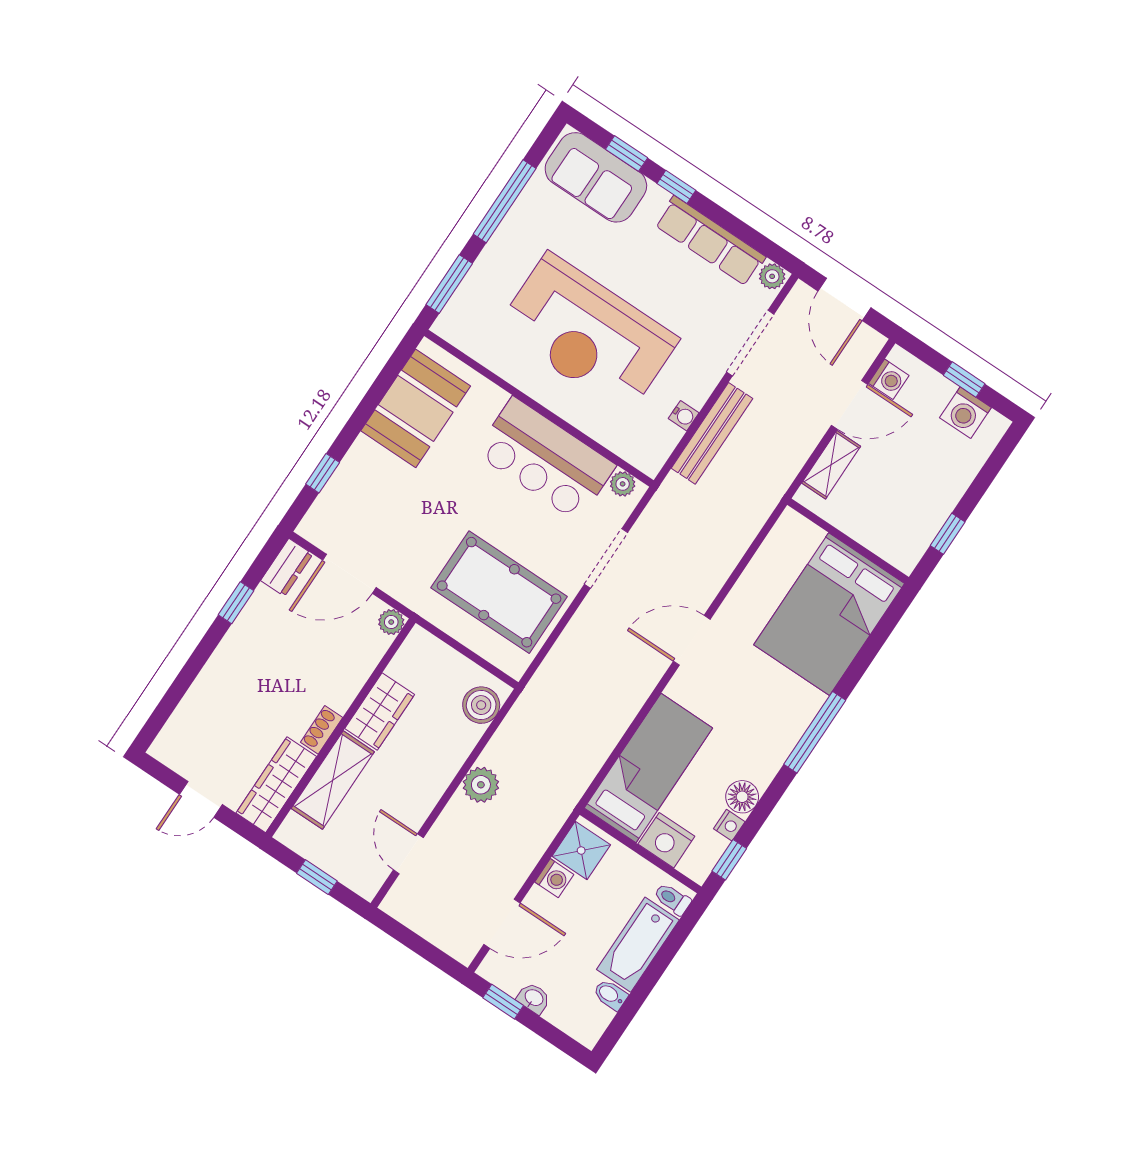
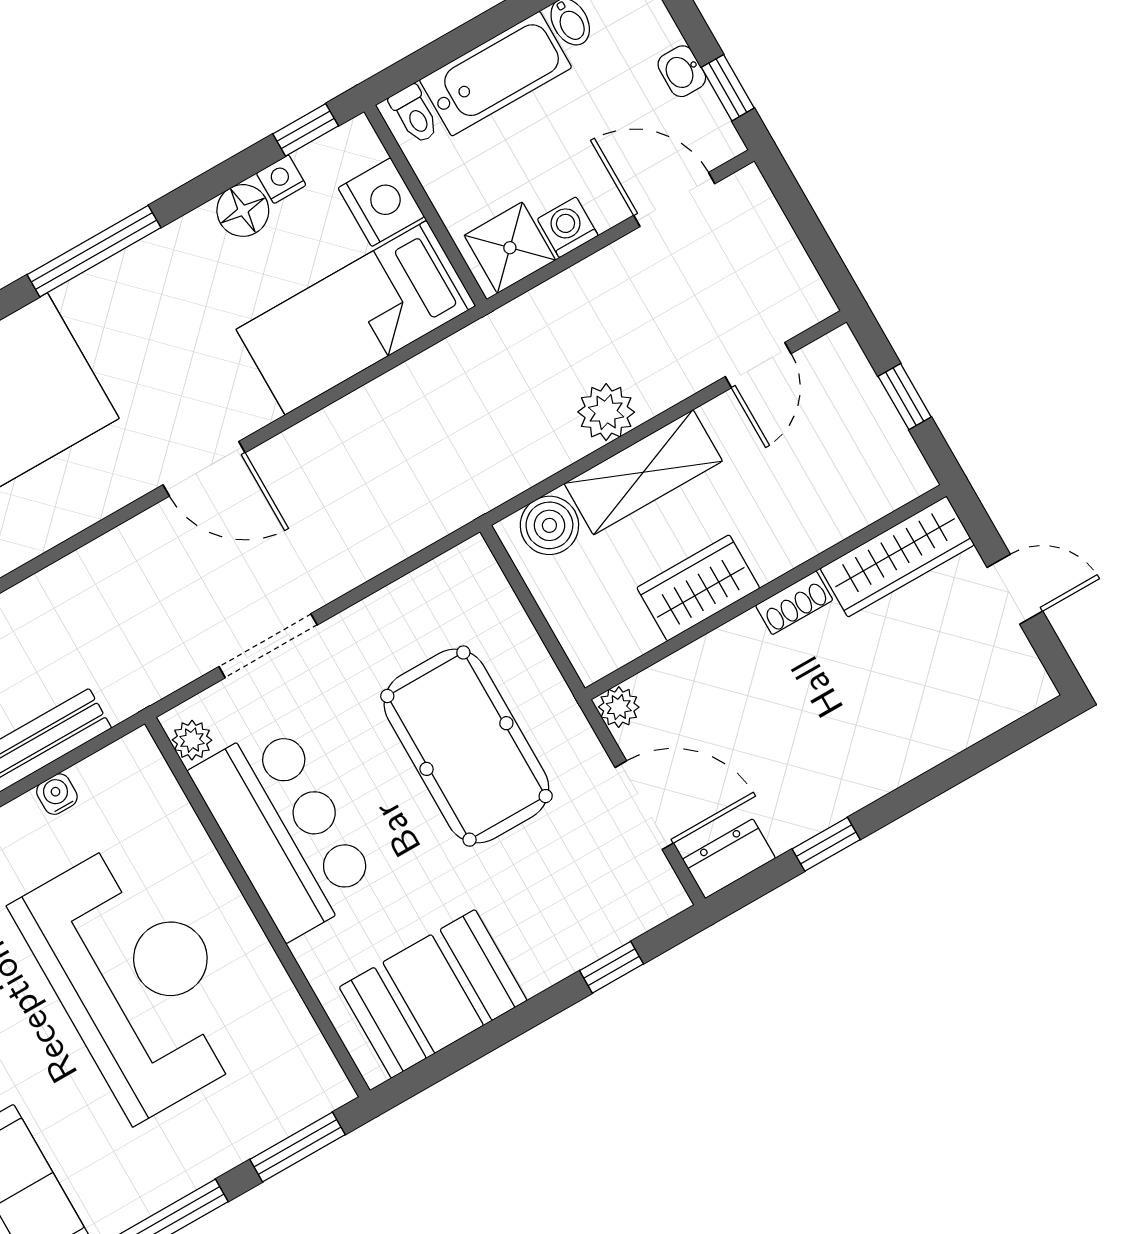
pool table: (499, 592) -> (466, 746), moved
shelving: (333, 780) -> (643, 472), moved

